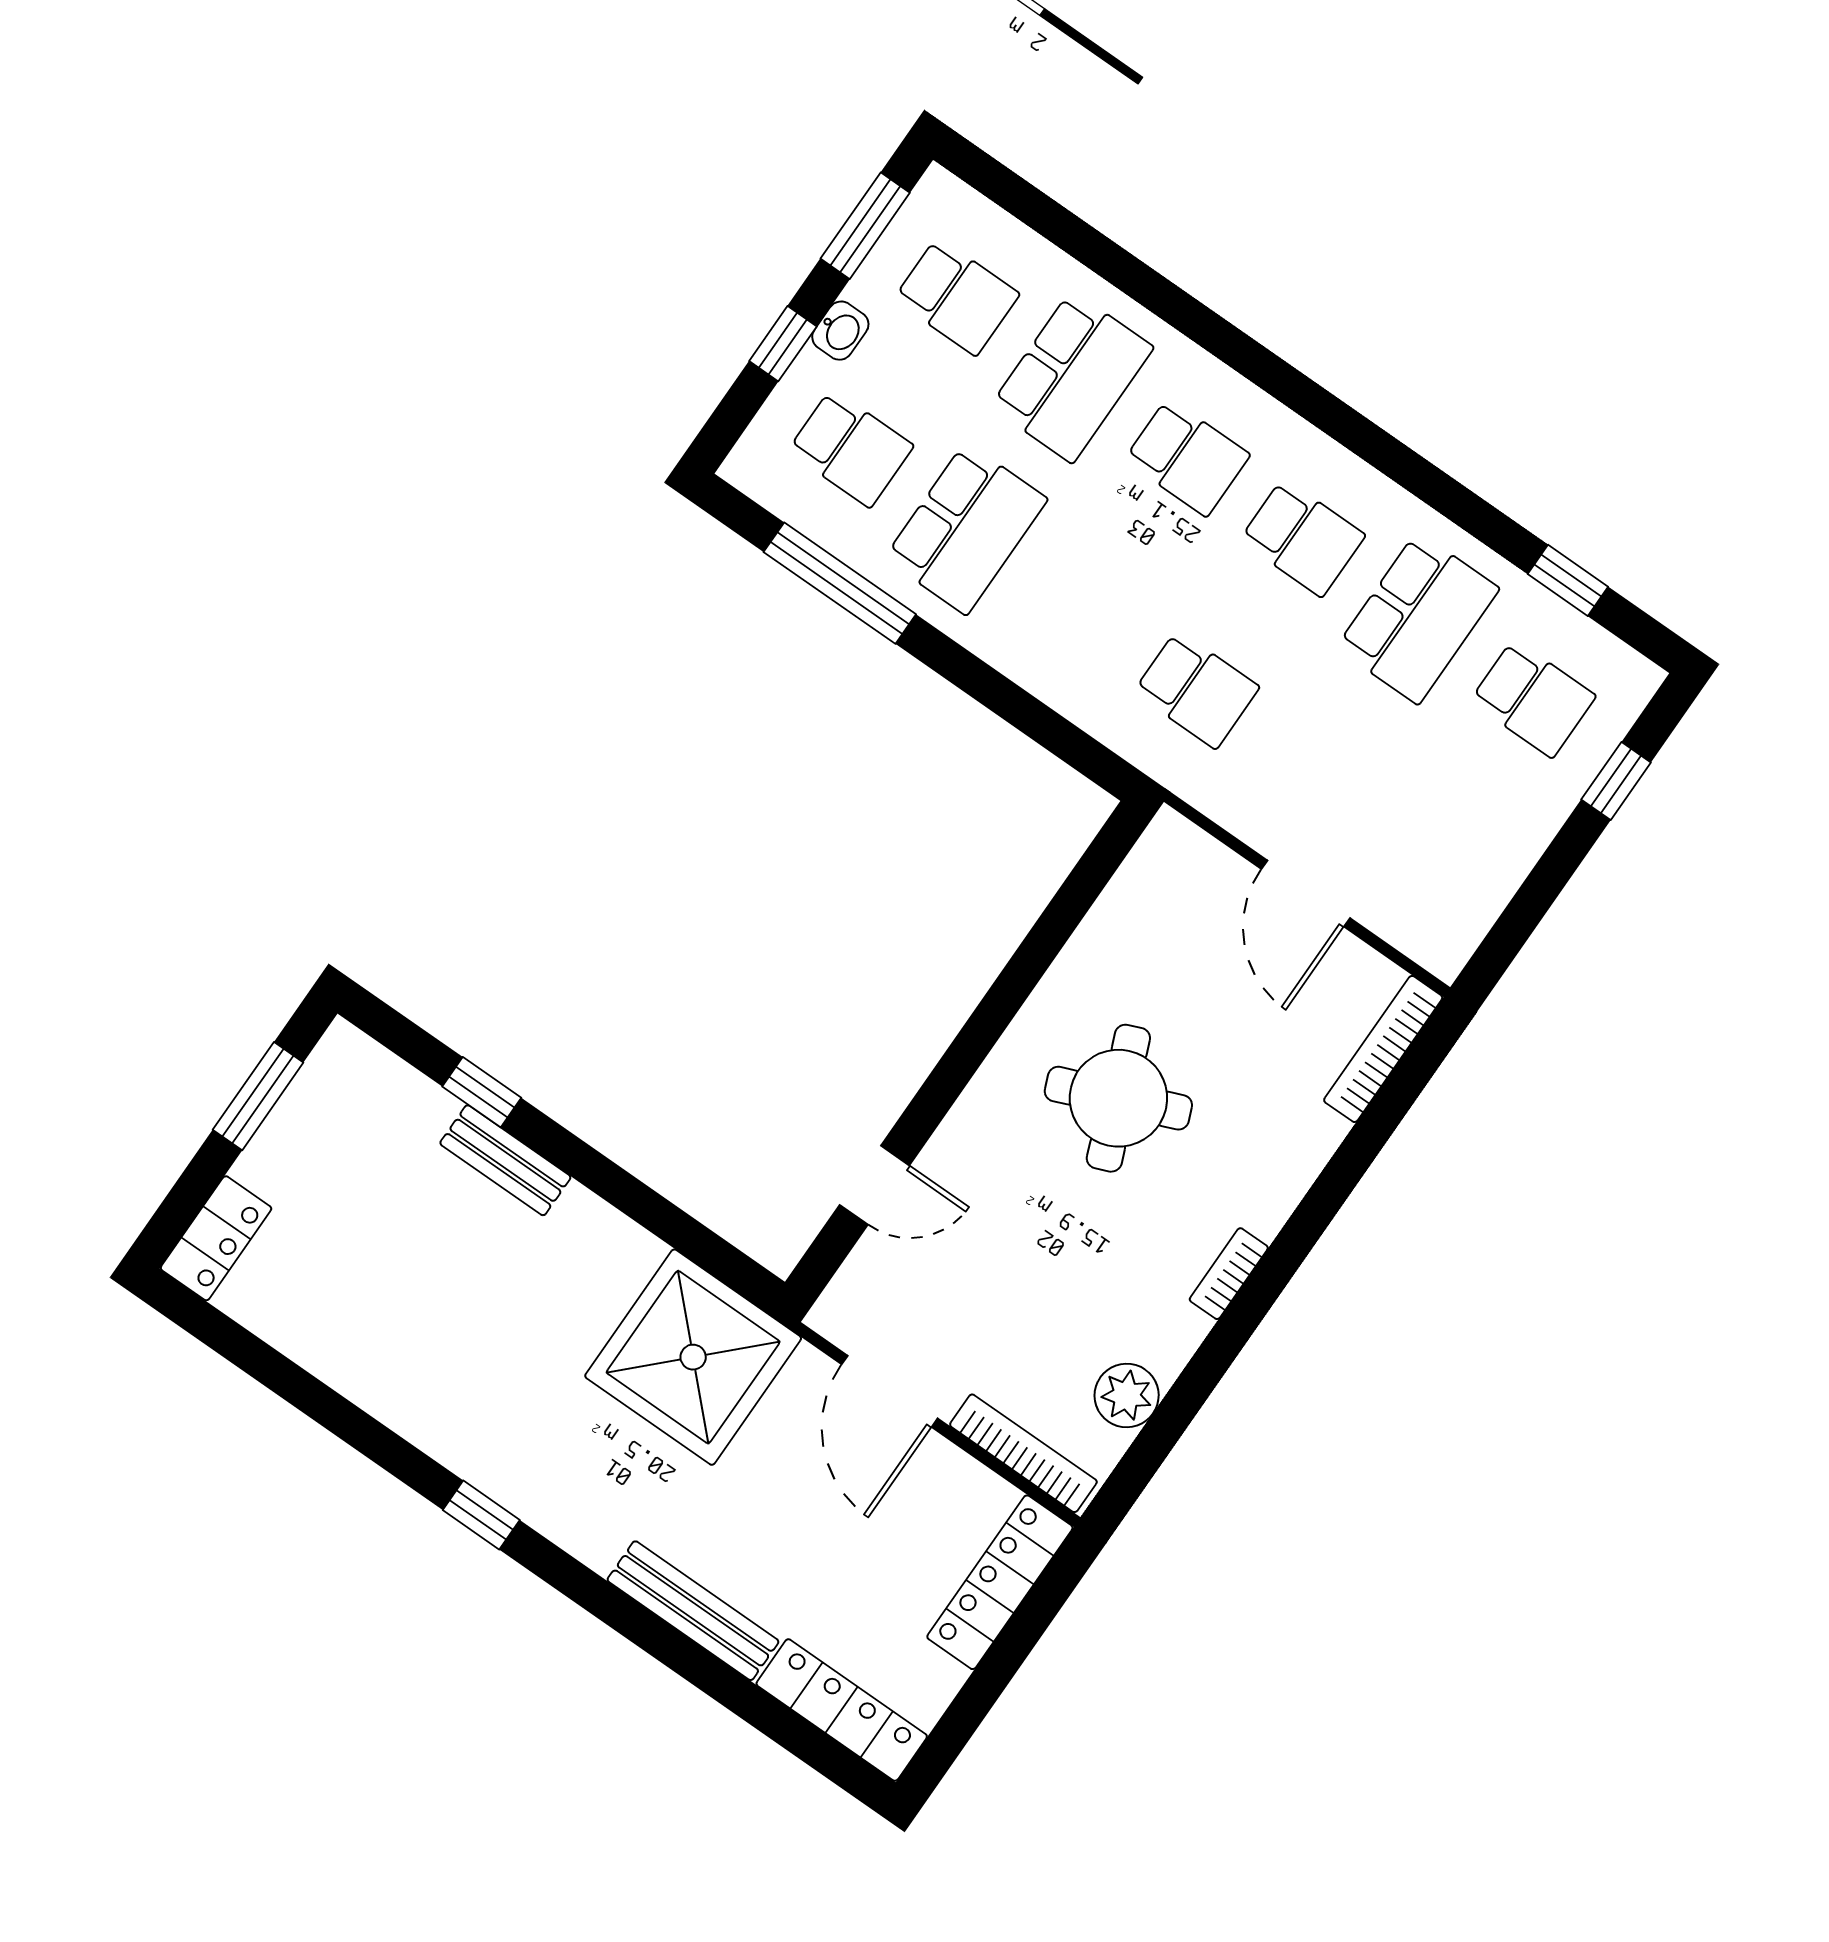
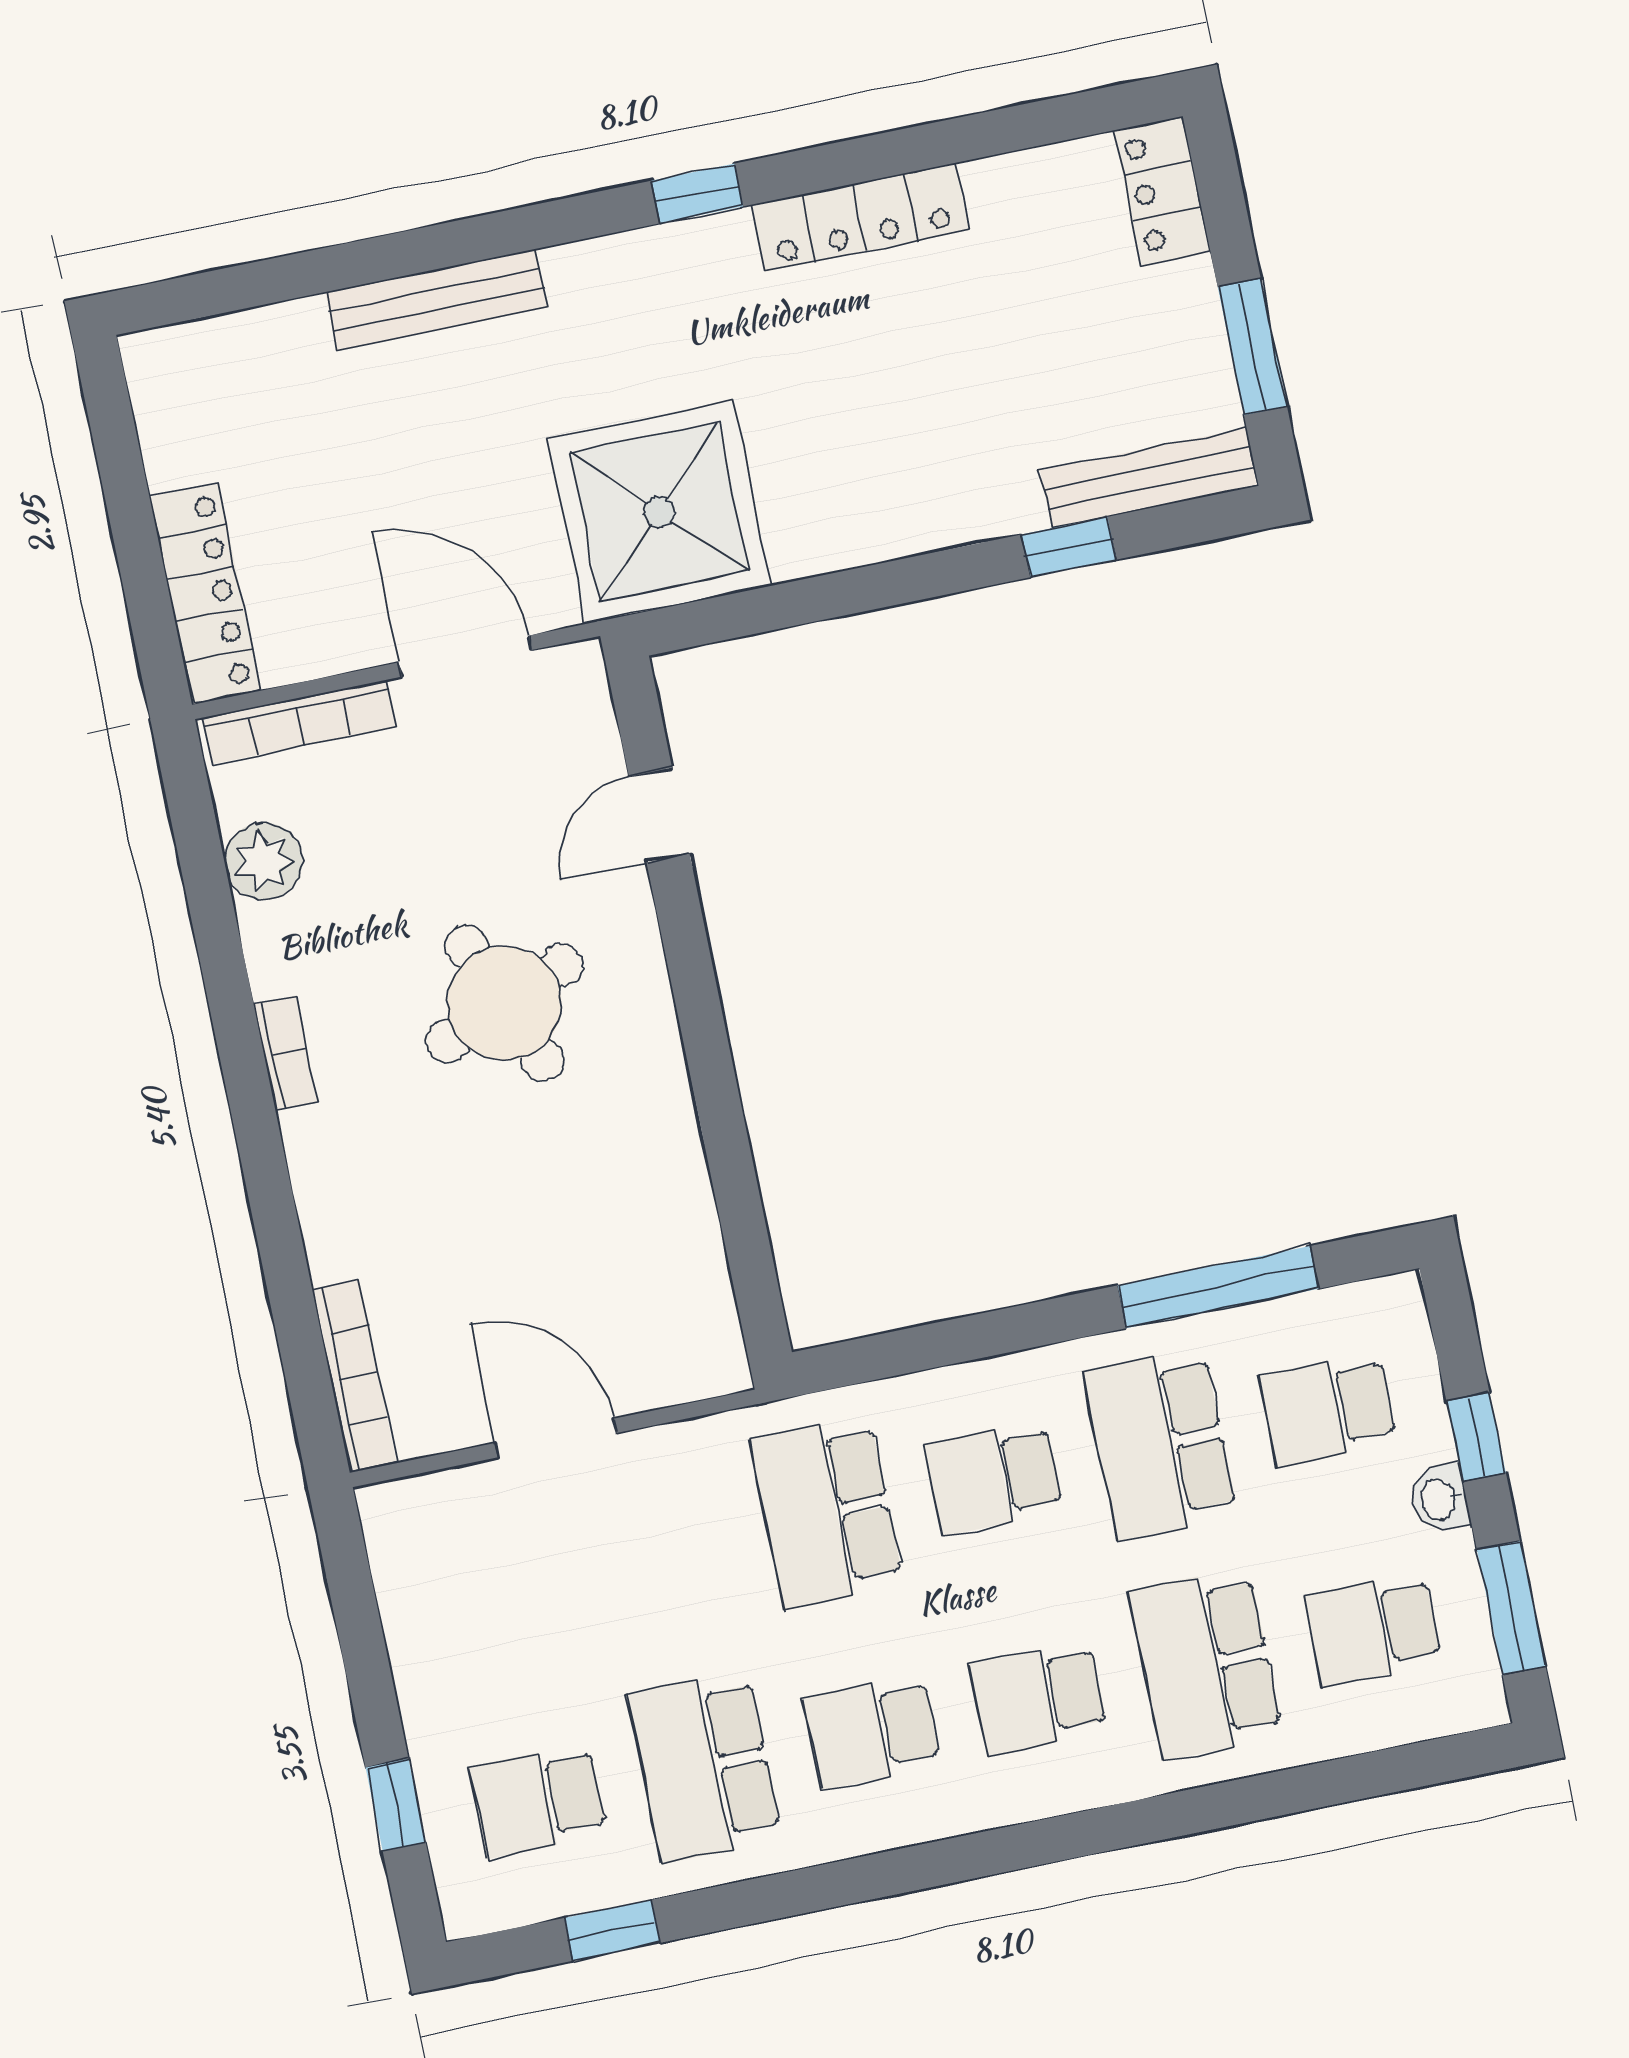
school desk: (1081, 609) -> (994, 1478), added
school desk: (1196, 689) -> (826, 1512), width x1.85
round table: (1118, 1098) -> (504, 1003), moved
bench: (505, 1160) -> (1149, 478), moved, width x1.36
locker: (842, 1710) -> (860, 217), moved

